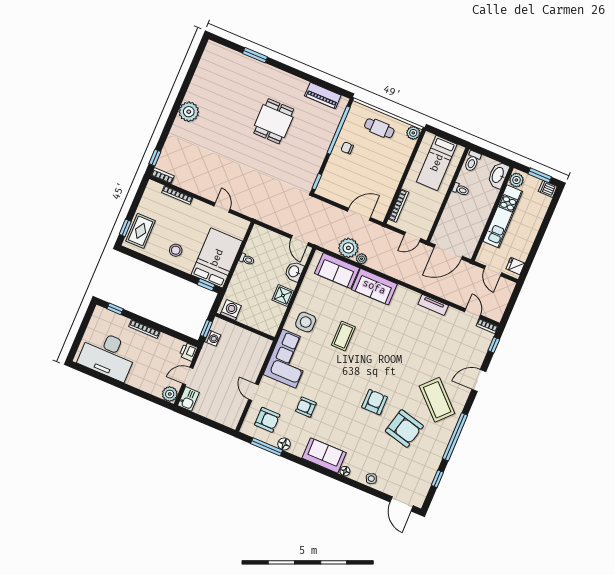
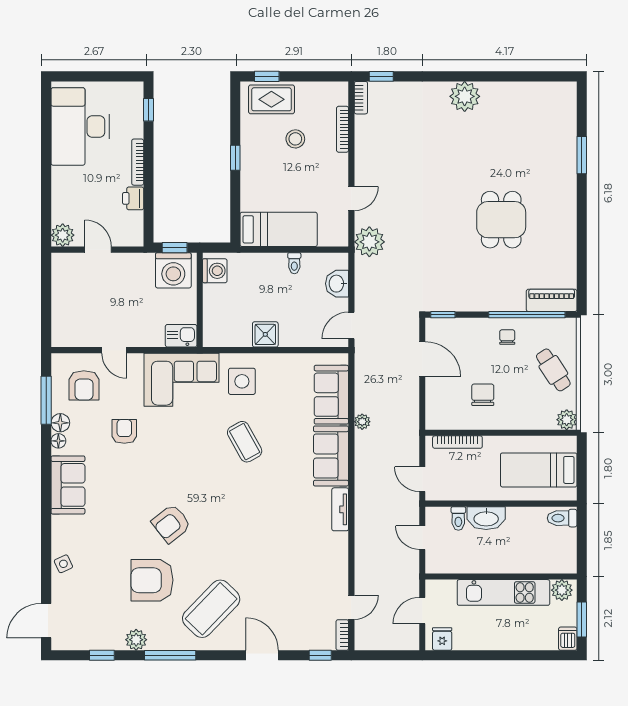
piano: (323, 96) -> (552, 300), moved, turned 90
dining table: (274, 121) -> (501, 220), turned 90
cafe table: (379, 128) -> (553, 370), turned -33
washbasin: (498, 175) -> (486, 518), moved, turned 180
chair: (376, 178) -> (483, 395), added
toilet: (461, 190) -> (458, 519), moved
door: (359, 214) -> (422, 359), moved
plant: (348, 248) -> (369, 242), moved
stool: (176, 250) -> (295, 139), moved
door: (448, 252) -> (422, 538), width x0.53
bed: (217, 258) -> (279, 229), width x0.67
washbasin: (294, 271) -> (337, 284), moved, turned -90
window: (206, 285) -> (235, 158), moved
tv unit: (433, 305) -> (340, 509), moved
coffee table: (343, 336) -> (245, 442), turned 61
washing machine: (213, 338) -> (173, 270), width x1.89, depth x1.89
printer: (188, 352) -> (133, 198), moved, turned -90
door: (253, 392) -> (114, 350), swing flipped
kitchen sink: (188, 399) -> (181, 336), moved, turned 180
armchair: (375, 402) -> (171, 524), turned 142
armchair: (404, 429) -> (152, 580), turned 76
window: (455, 437) -> (170, 655), width x0.68
plant: (437, 454) -> (136, 640), added
floor lamp: (345, 471) -> (58, 441), moved

